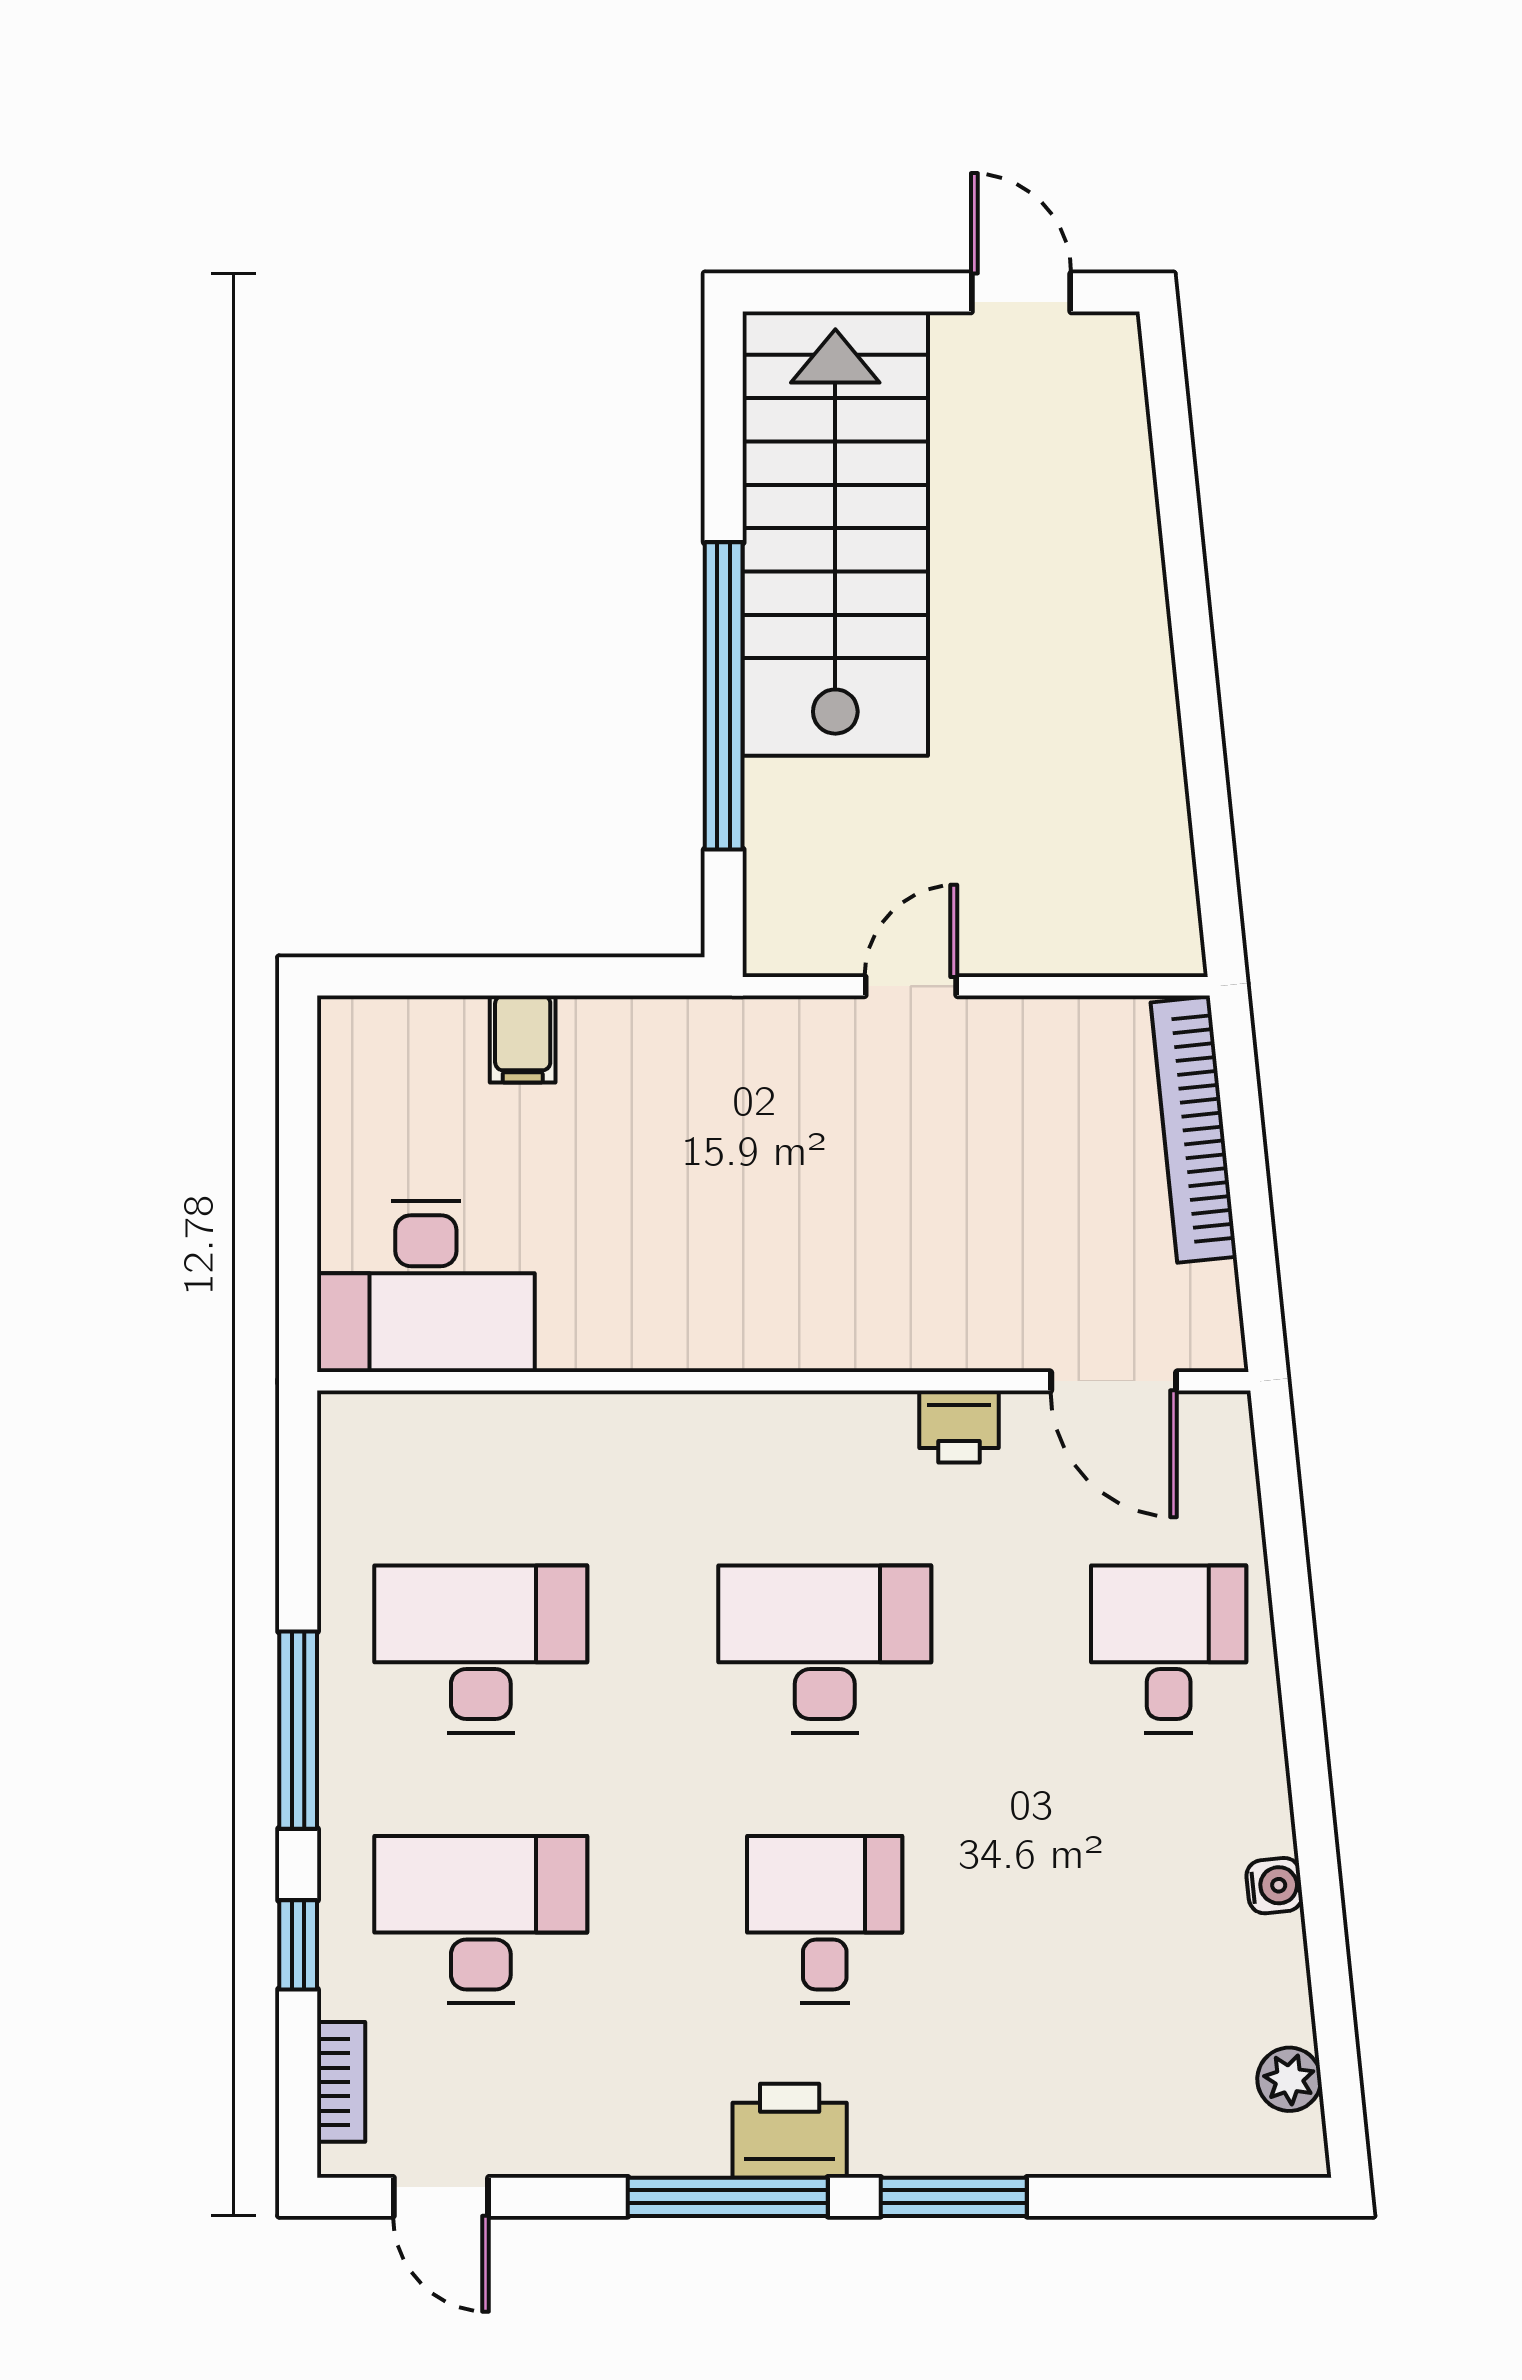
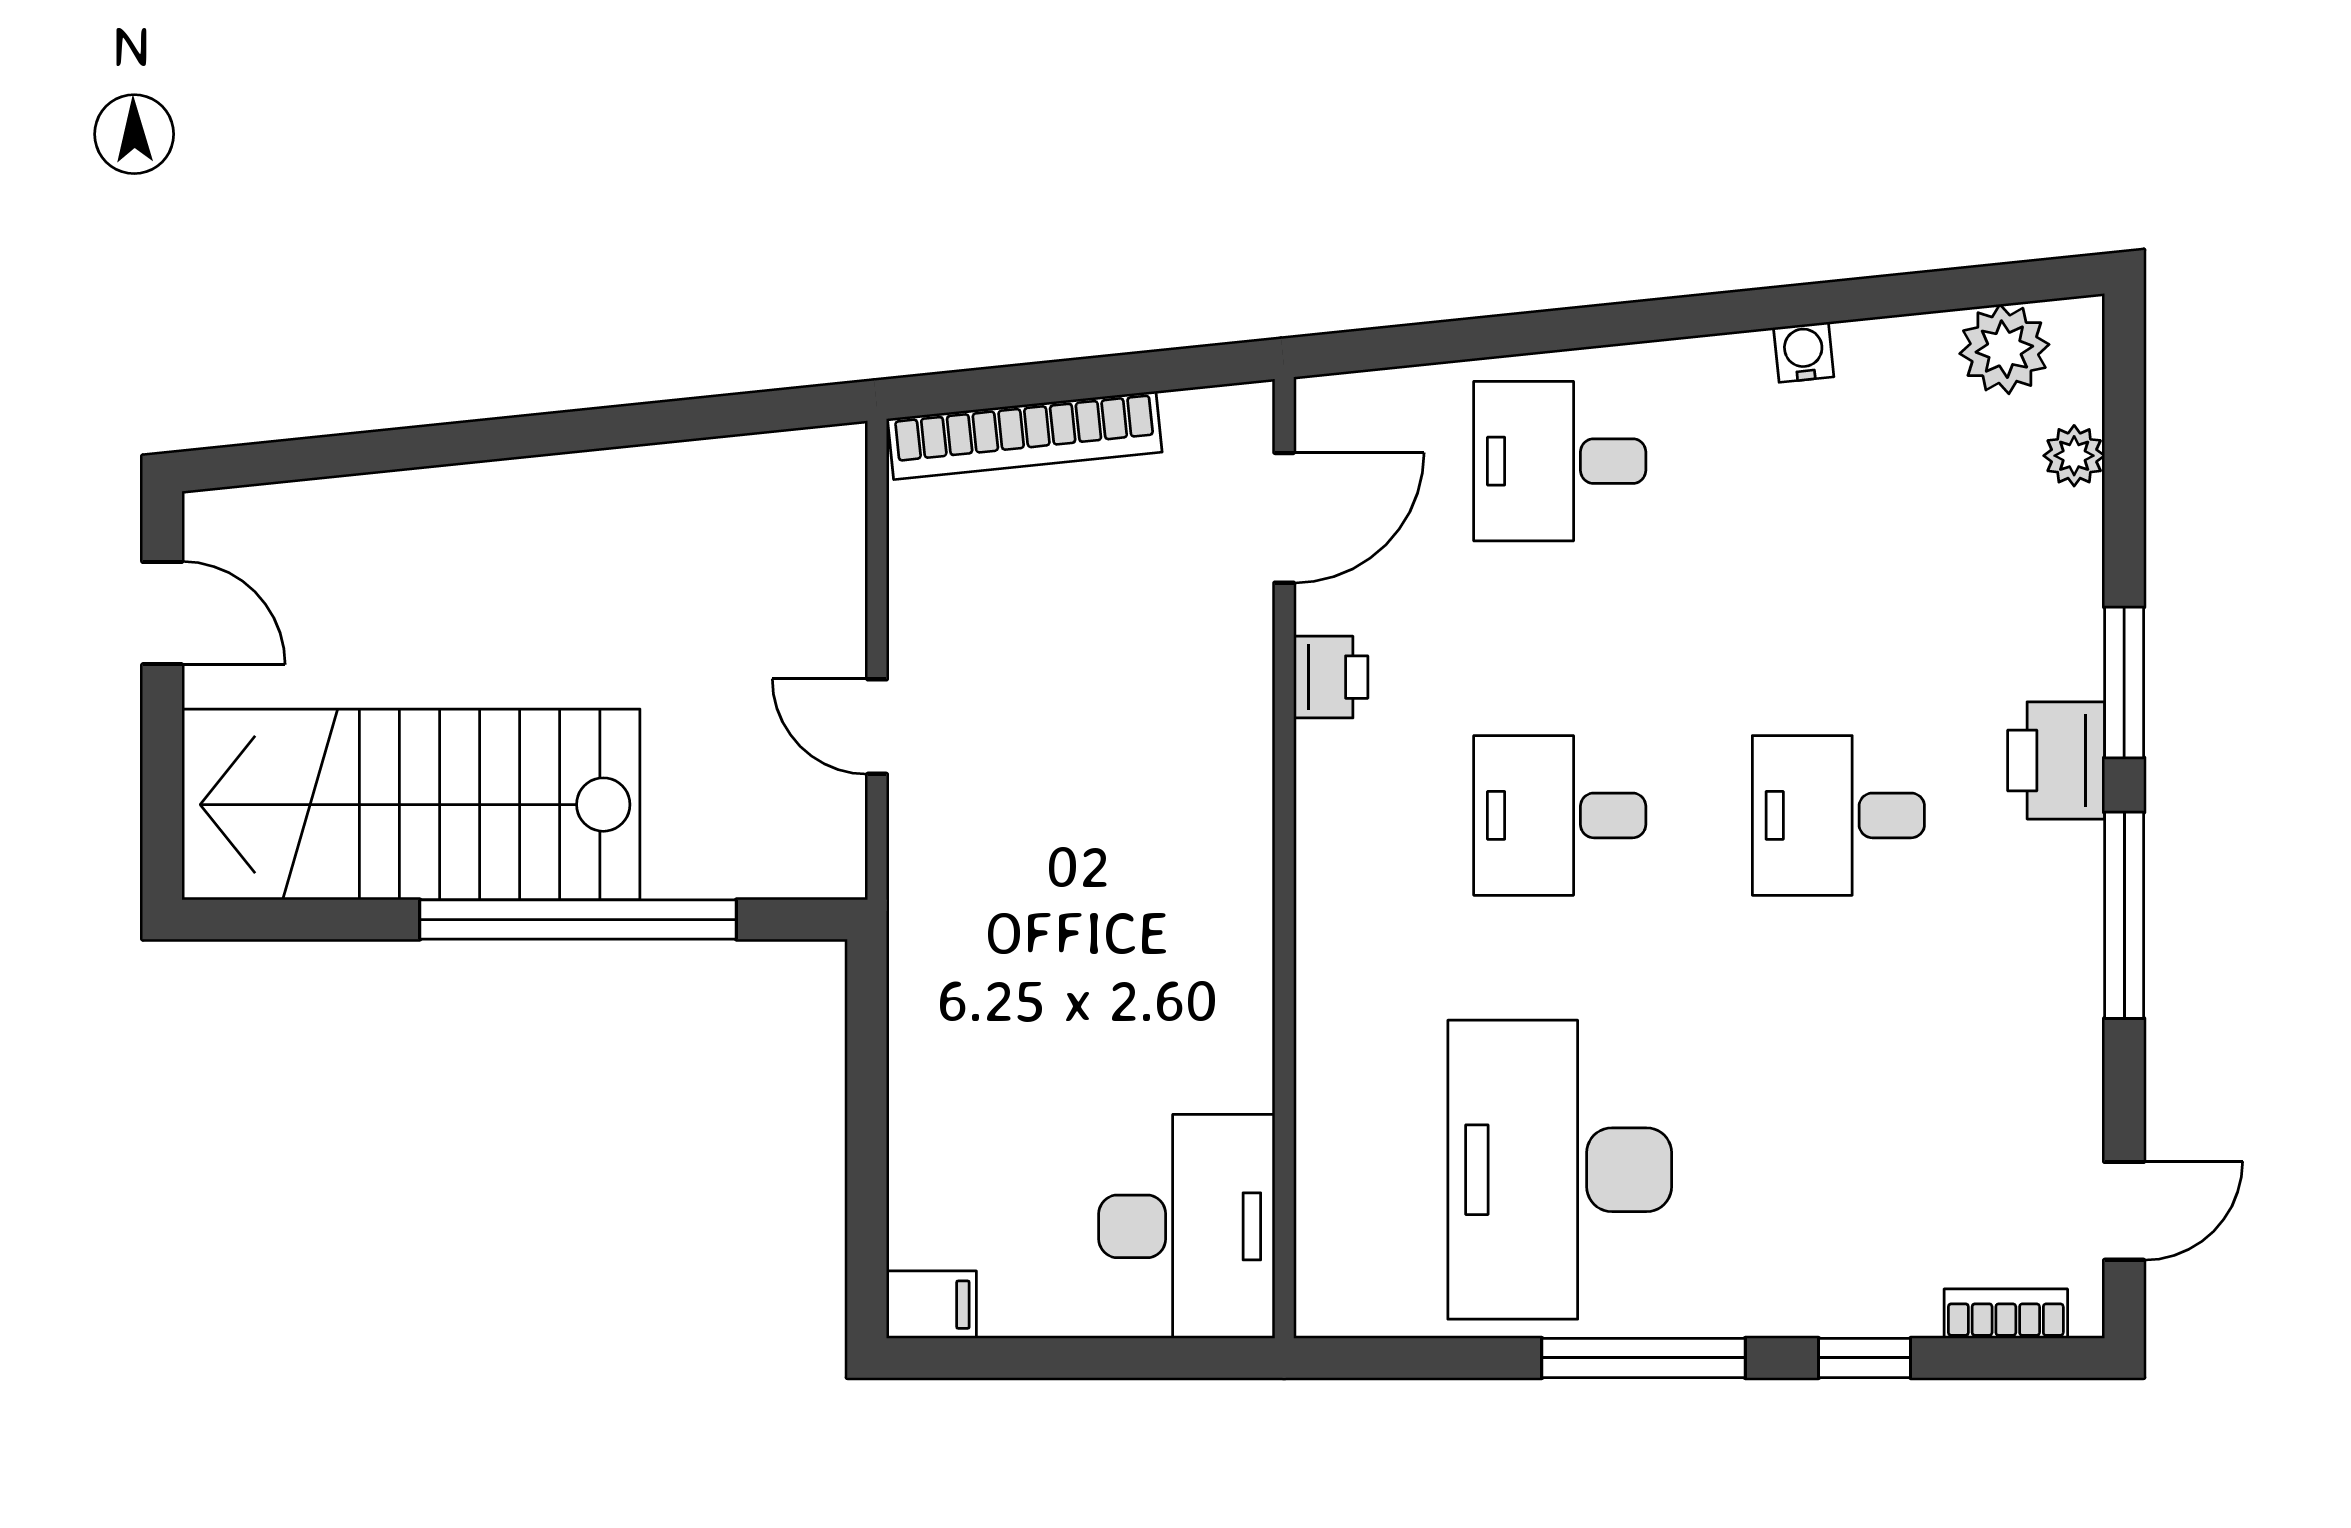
door: (1021, 292) -> (162, 613), swing flipped
filing cabinet: (523, 1039) -> (931, 1305), moved
desk: (481, 1649) -> (1560, 1170), width x1.36, depth x1.30
desk: (825, 1649) -> (1560, 815), width x0.73
desk: (481, 1919) -> (1838, 1170), removed
plant: (1289, 2079) -> (2004, 349), width x1.38, depth x1.38
printer: (790, 2131) -> (2056, 760), moved
plant: (1174, 2148) -> (2074, 456), added

